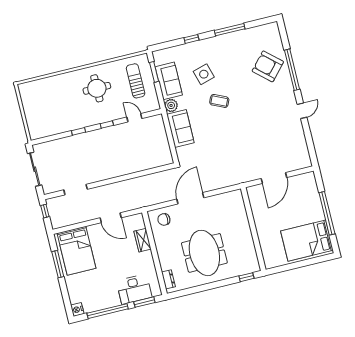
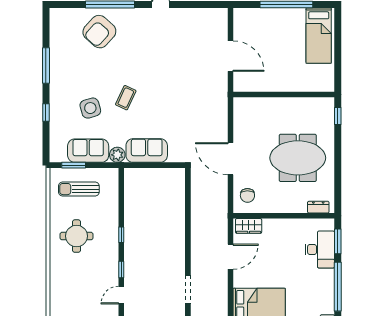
door: (134, 118) -> (121, 295), moved
wardrobe: (143, 240) -> (249, 226), moved
bed: (307, 241) -> (319, 36), width x0.67

